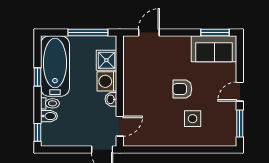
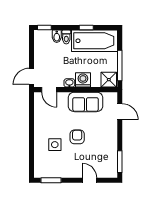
sofa: (214, 49) -> (86, 102), moved, turned -90
shower: (106, 60) -> (109, 80), moved
door: (240, 92) -> (90, 180), moved

